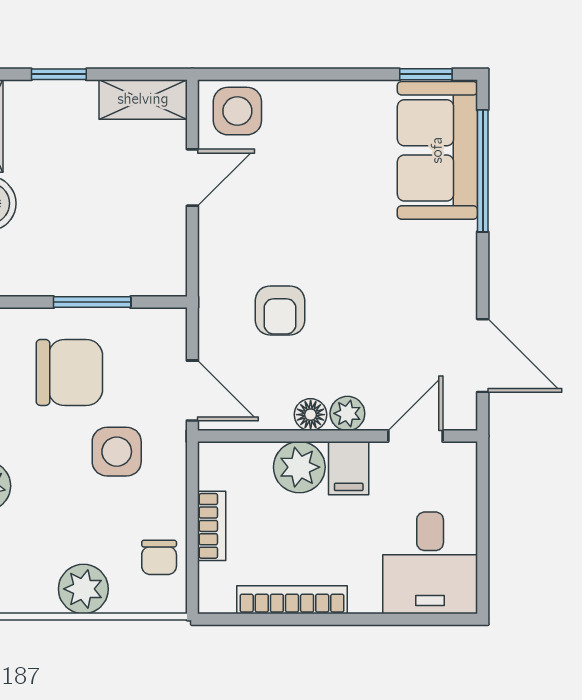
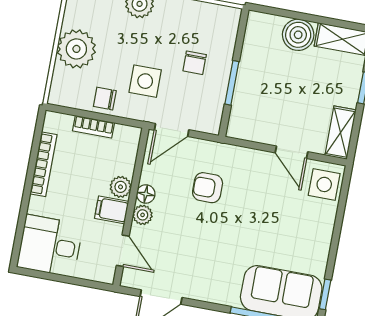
chair: (69, 372) -> (195, 63), width x0.54, depth x0.54
plant: (299, 467) -> (121, 187), width x0.73, depth x0.73
chair: (159, 557) -> (105, 99), moved
plant: (83, 589) -> (76, 49), width x1.36, depth x1.36

